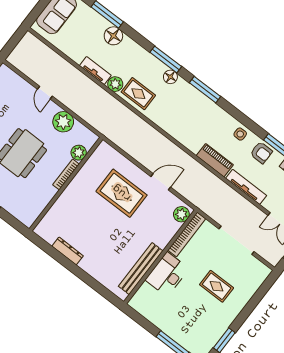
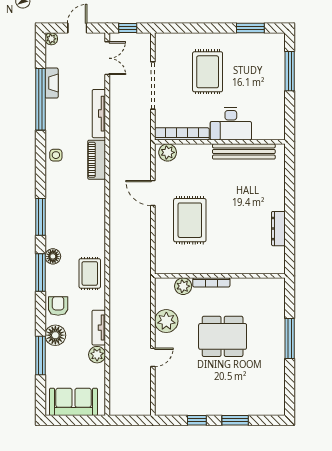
plant: (115, 84) -> (97, 355), moved
armchair: (261, 153) -> (58, 306), moved
rug: (217, 286) -> (208, 72), width x1.36, depth x1.43

